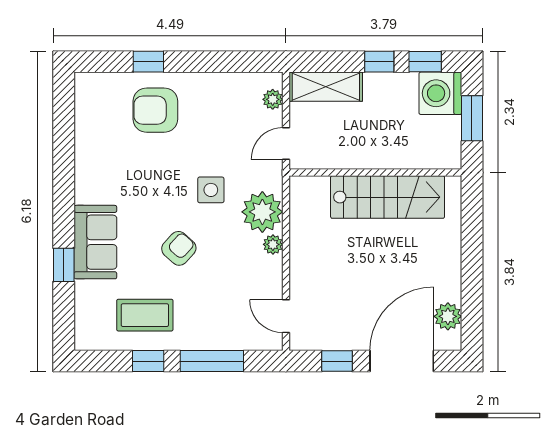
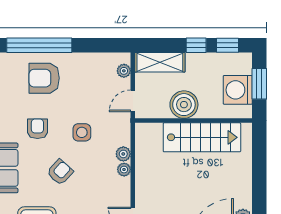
window: (148, 62) -> (39, 45), width x3.17
washing machine: (440, 93) -> (238, 90), moved
boiler: (361, 149) -> (184, 105), added
armchair: (146, 185) -> (37, 129), added
plant: (262, 212) -> (123, 154), width x0.53, depth x0.53

